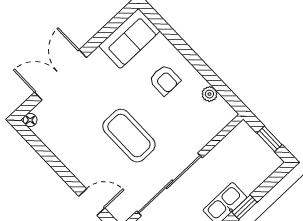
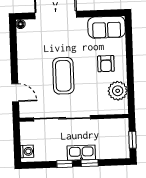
plant: (209, 94) -> (118, 91), width x1.87, depth x1.87

